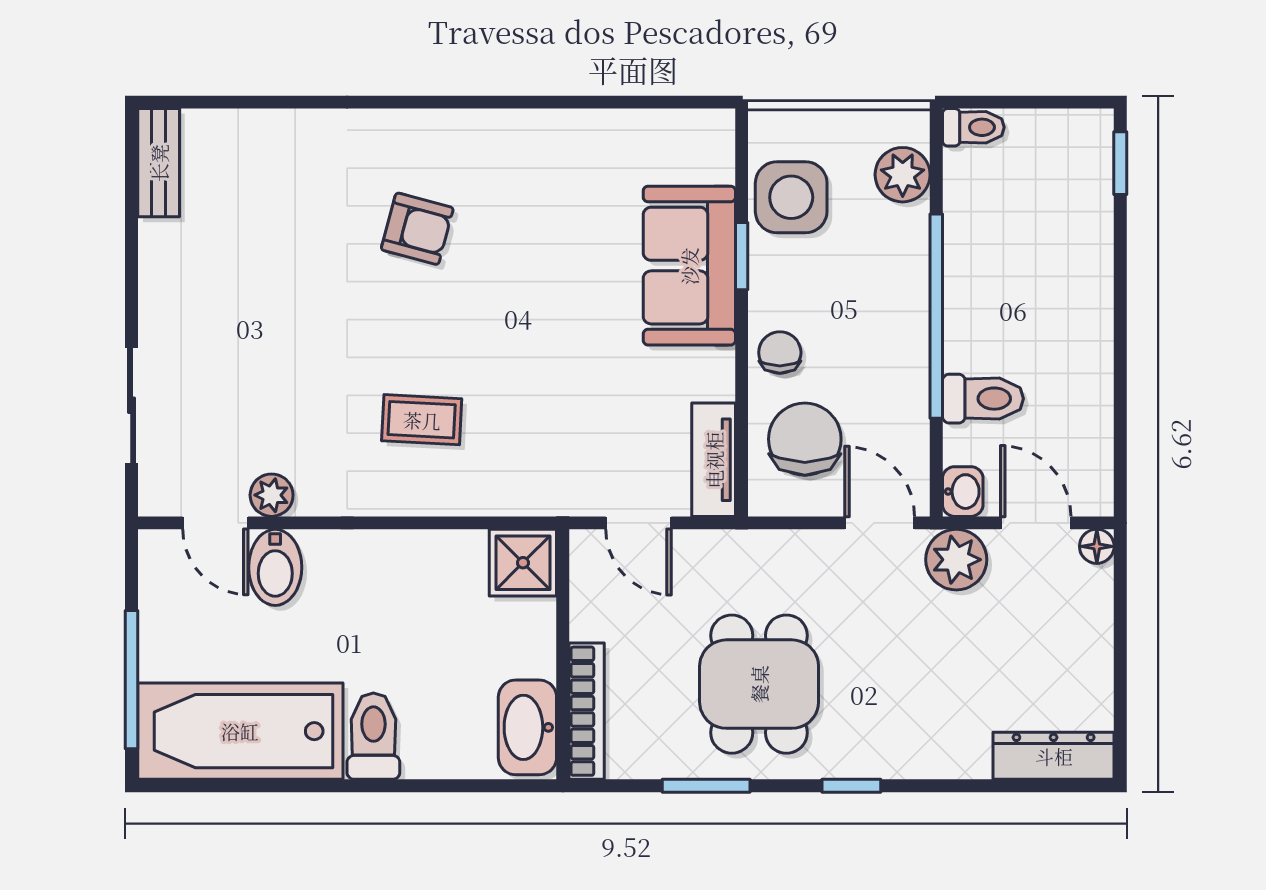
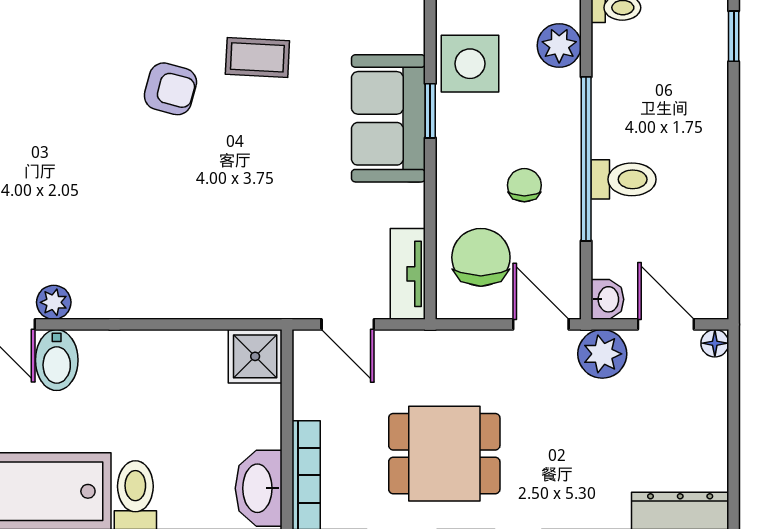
chair: (780, 353) -> (524, 185), moved
toilet: (983, 399) -> (624, 179), moved
coffee table: (422, 420) -> (257, 57), moved
dining table: (759, 684) -> (444, 454), turned 90

